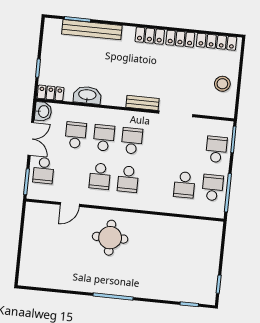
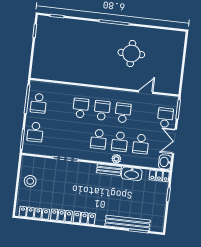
bench: (143, 103) -> (109, 170), moved
plant: (108, 115) -> (116, 159), added
school desk: (184, 185) -> (81, 108), moved
round table: (110, 238) -> (131, 53), moved

